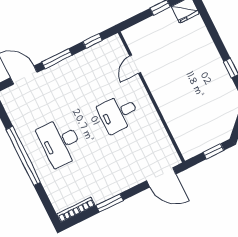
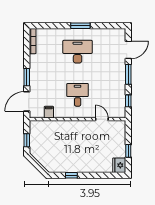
filing cabinet: (161, 140) -> (49, 112), added
window: (23, 156) -> (80, 26), width x0.47
window: (110, 203) -> (27, 77), moved

